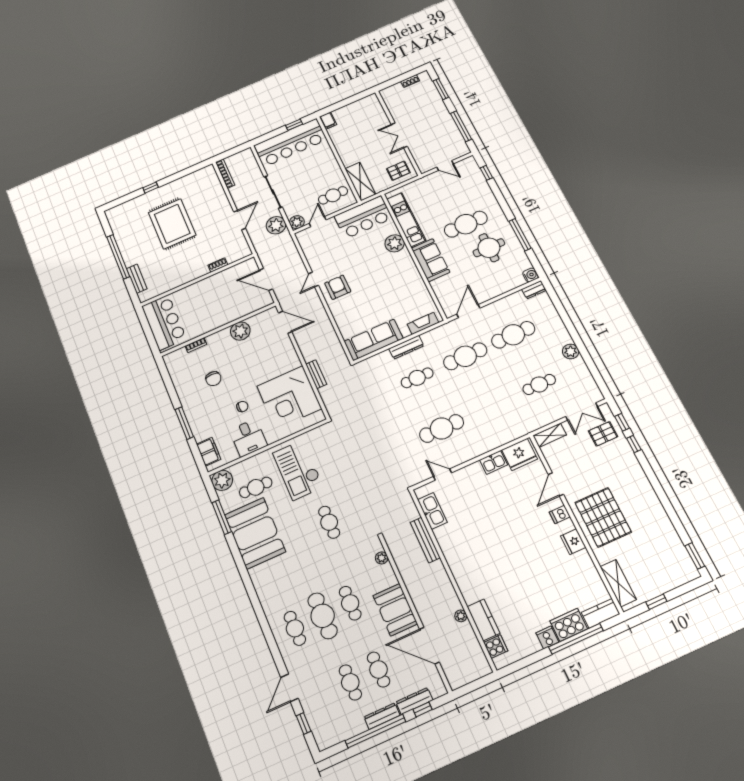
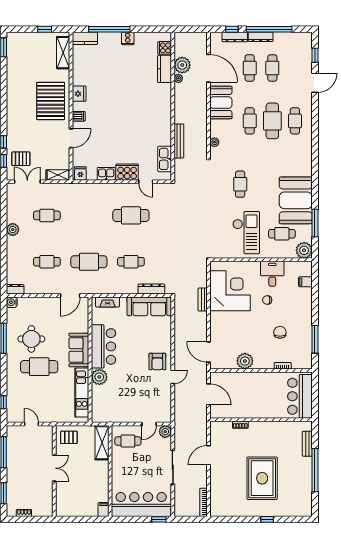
window: (294, 125) -> (159, 519), moved
bar counter: (363, 217) -> (103, 346), moved, turned 90
plant: (276, 225) -> (182, 65), moved
cafe table: (513, 335) -> (47, 262), width x0.73, depth x0.74
dresser: (406, 347) -> (151, 289), moved
window: (184, 423) -> (315, 339), moved
filing cabinet: (209, 452) -> (305, 282), width x0.50
fridge: (520, 454) -> (80, 173), width x0.53, depth x0.75
cooker: (569, 625) -> (127, 172), moved, turned 180

